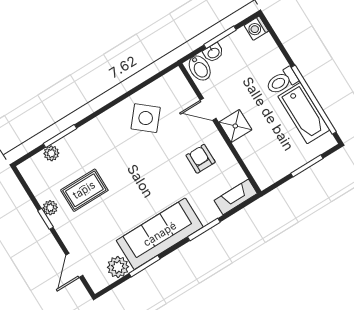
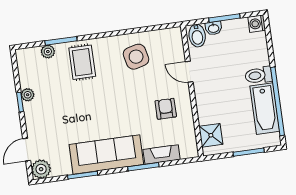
side table: (146, 118) -> (136, 57), turned 36
shower: (235, 126) -> (211, 135), moved
rug: (84, 190) -> (82, 62), moved, turned 90
fireplace: (236, 197) -> (162, 154), moved
plant: (118, 267) -> (41, 169), moved

